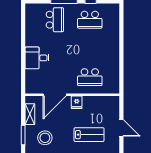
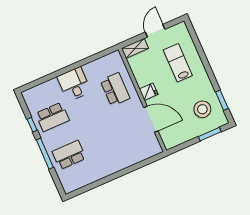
school desk: (90, 20) -> (52, 117), turned 90
desk: (37, 58) -> (74, 84), moved, turned 180
shelving: (30, 114) -> (135, 48), moved

